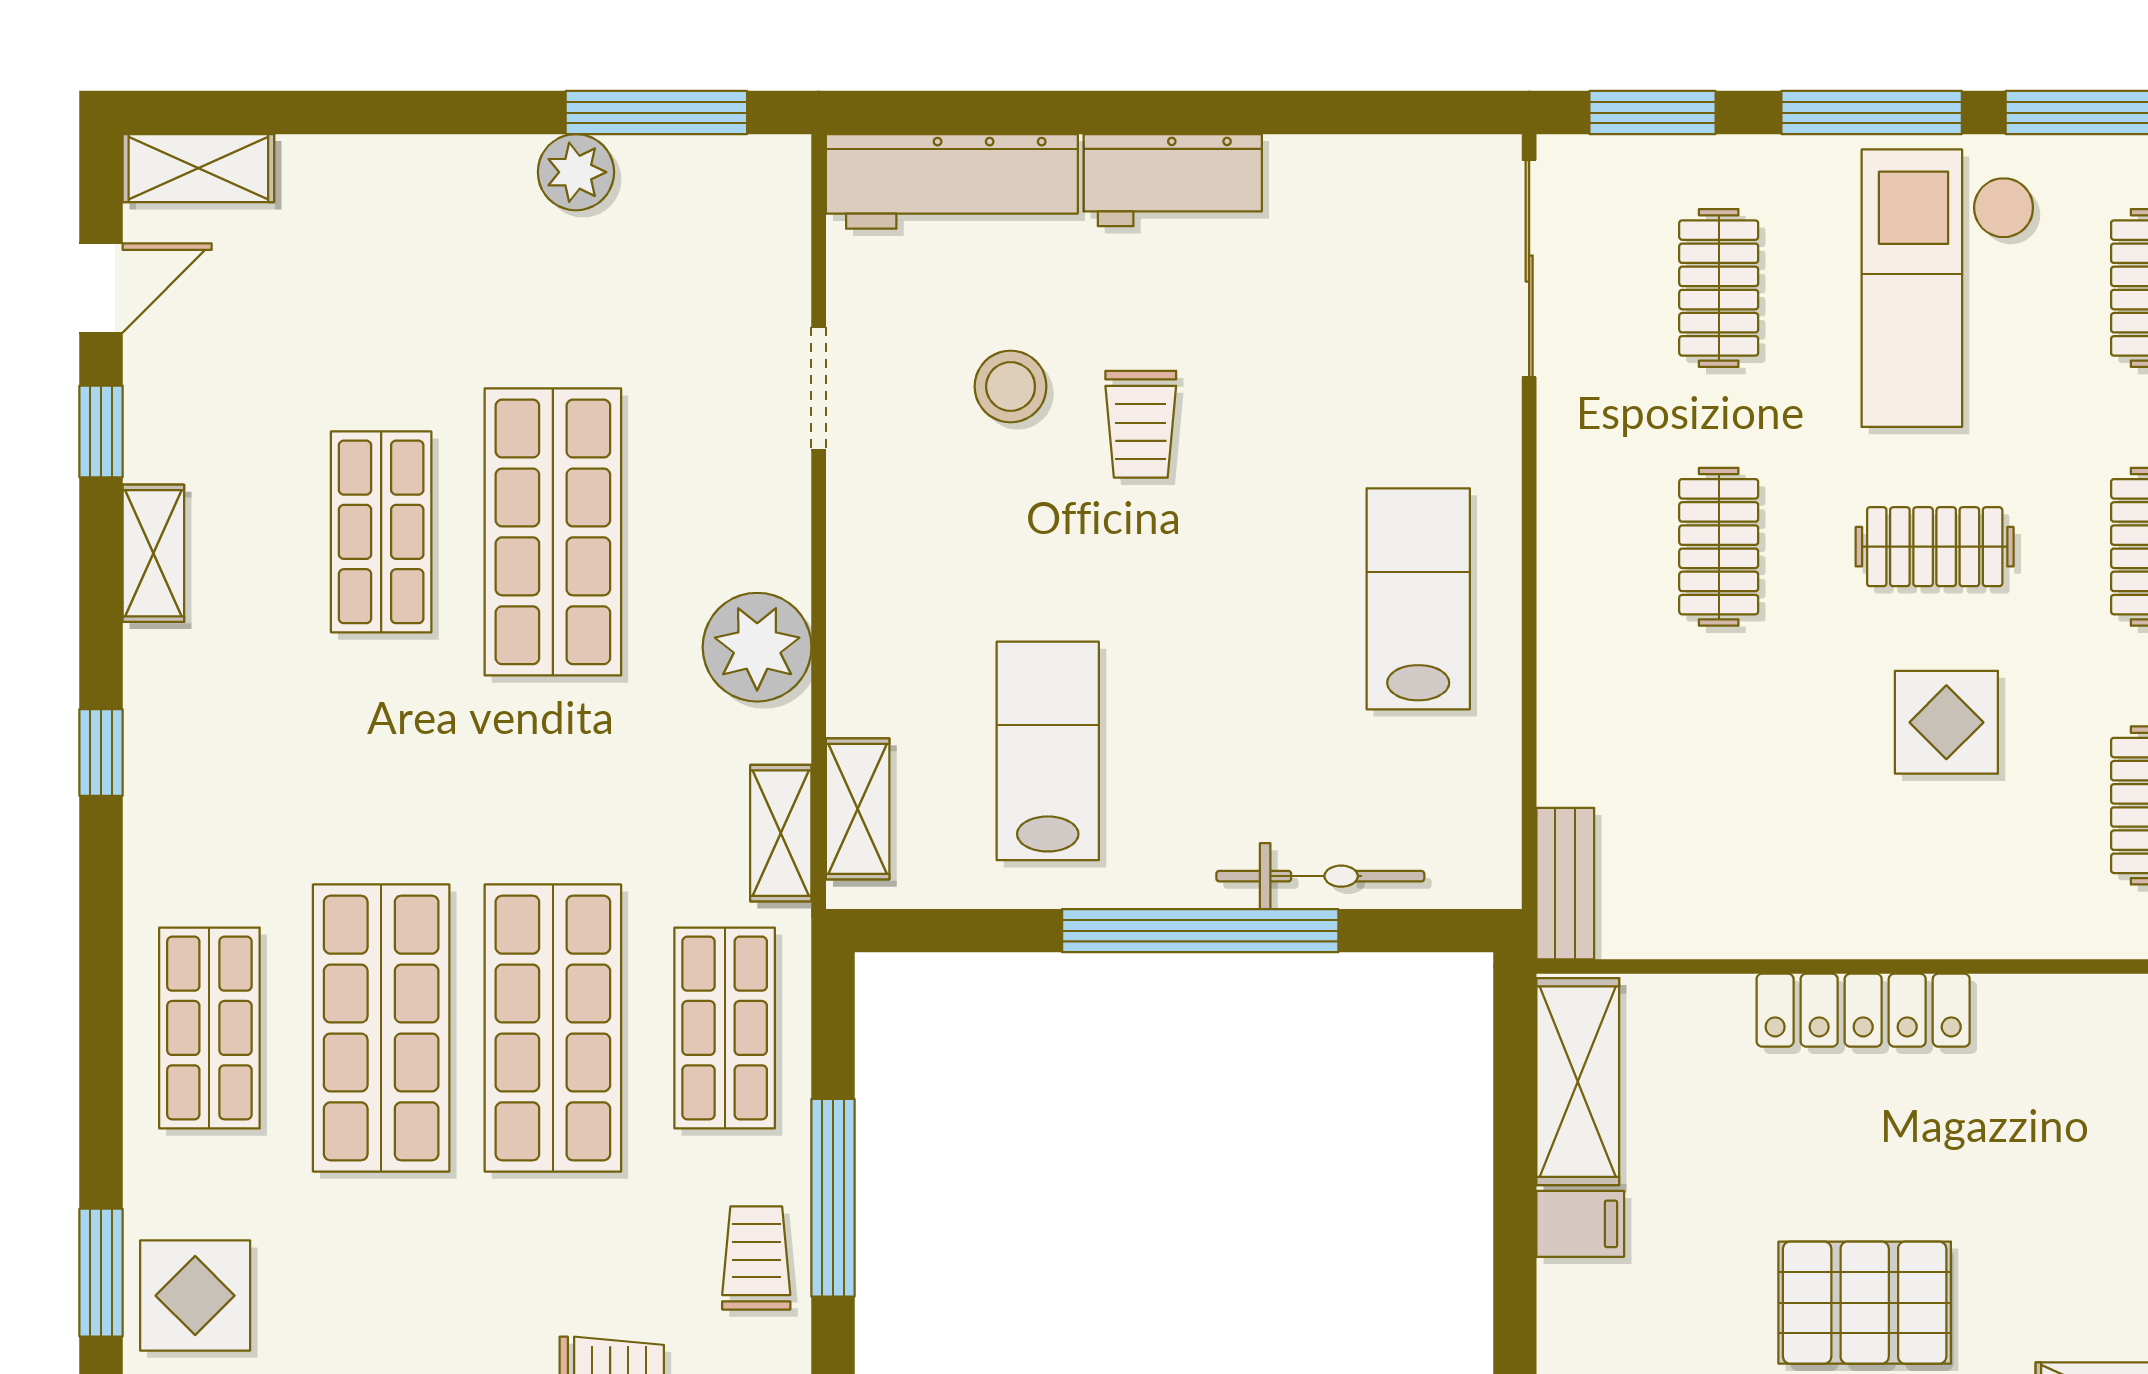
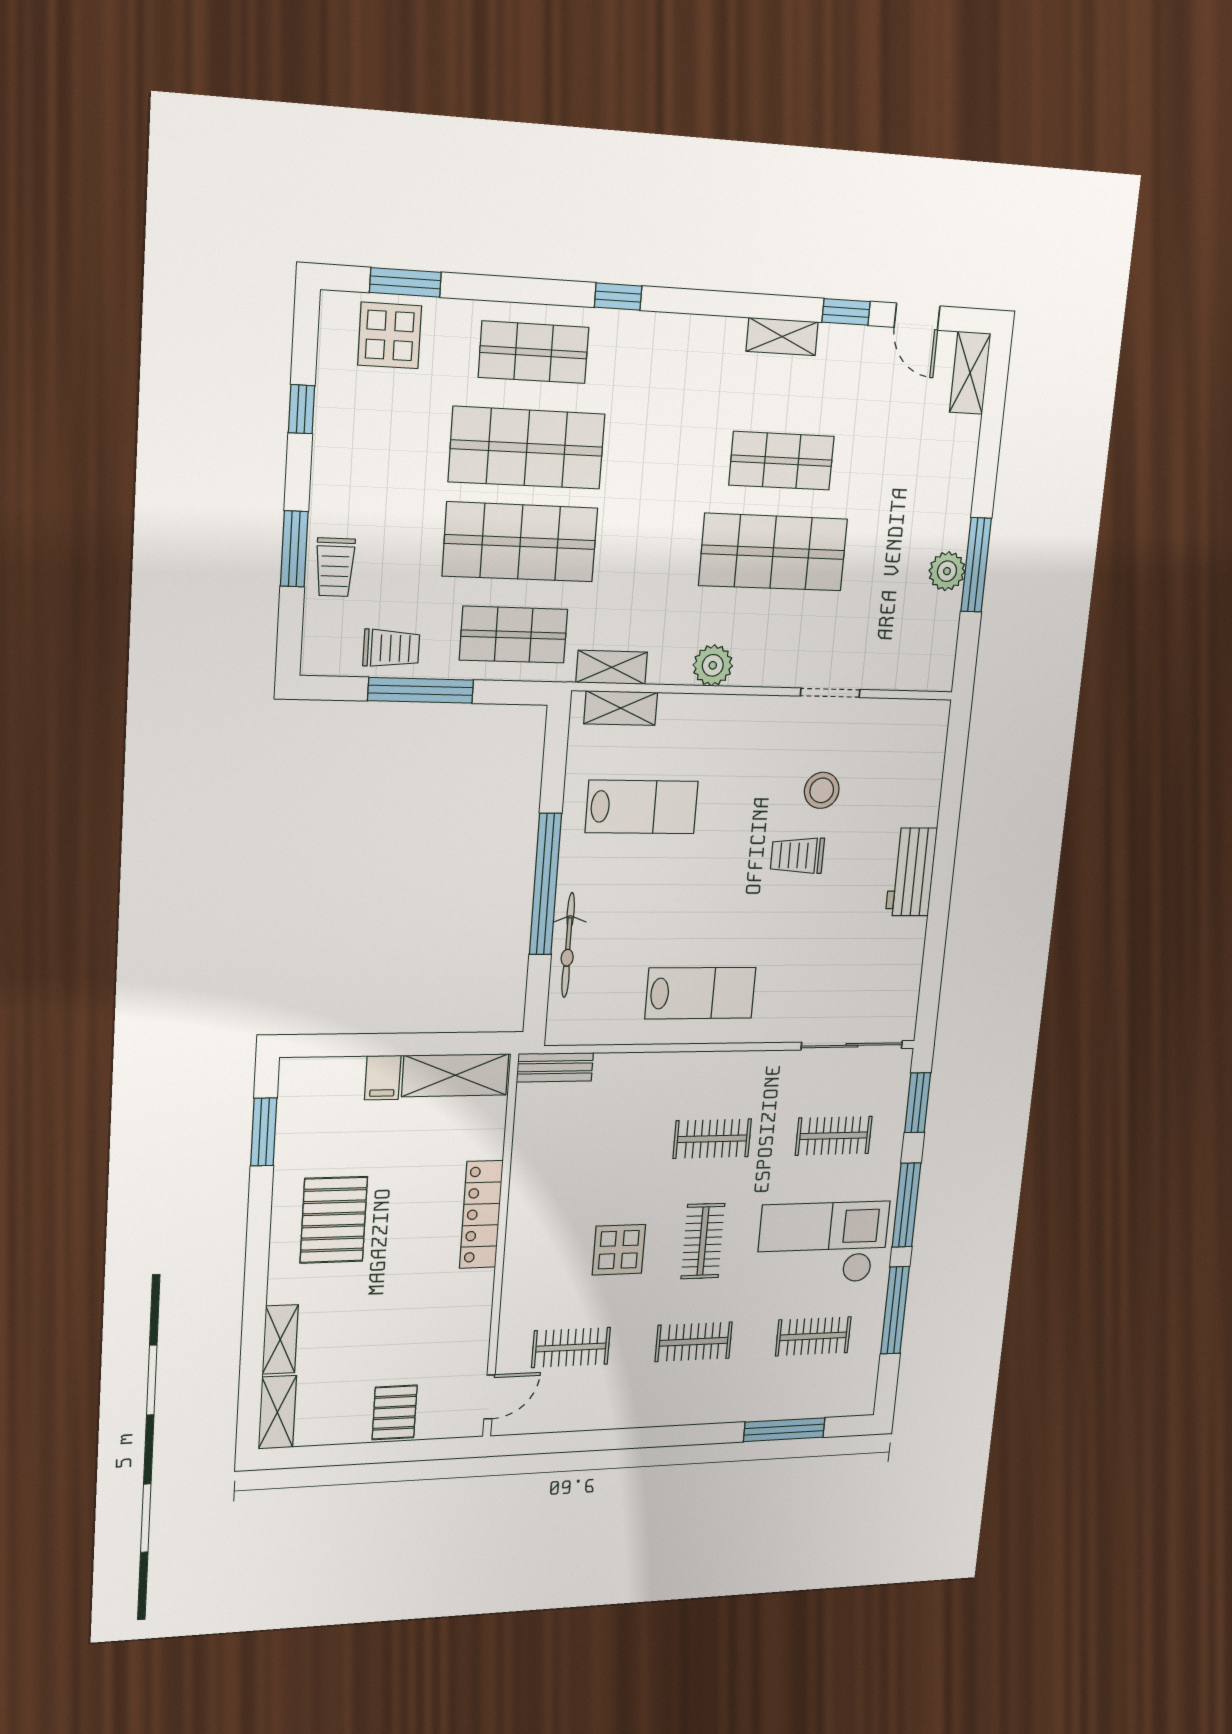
window: (656, 113) -> (976, 565), moved
workbench: (952, 181) -> (922, 762), removed
plant: (757, 647) -> (713, 665), width x0.73, depth x0.73
window: (101, 753) -> (618, 297), moved

